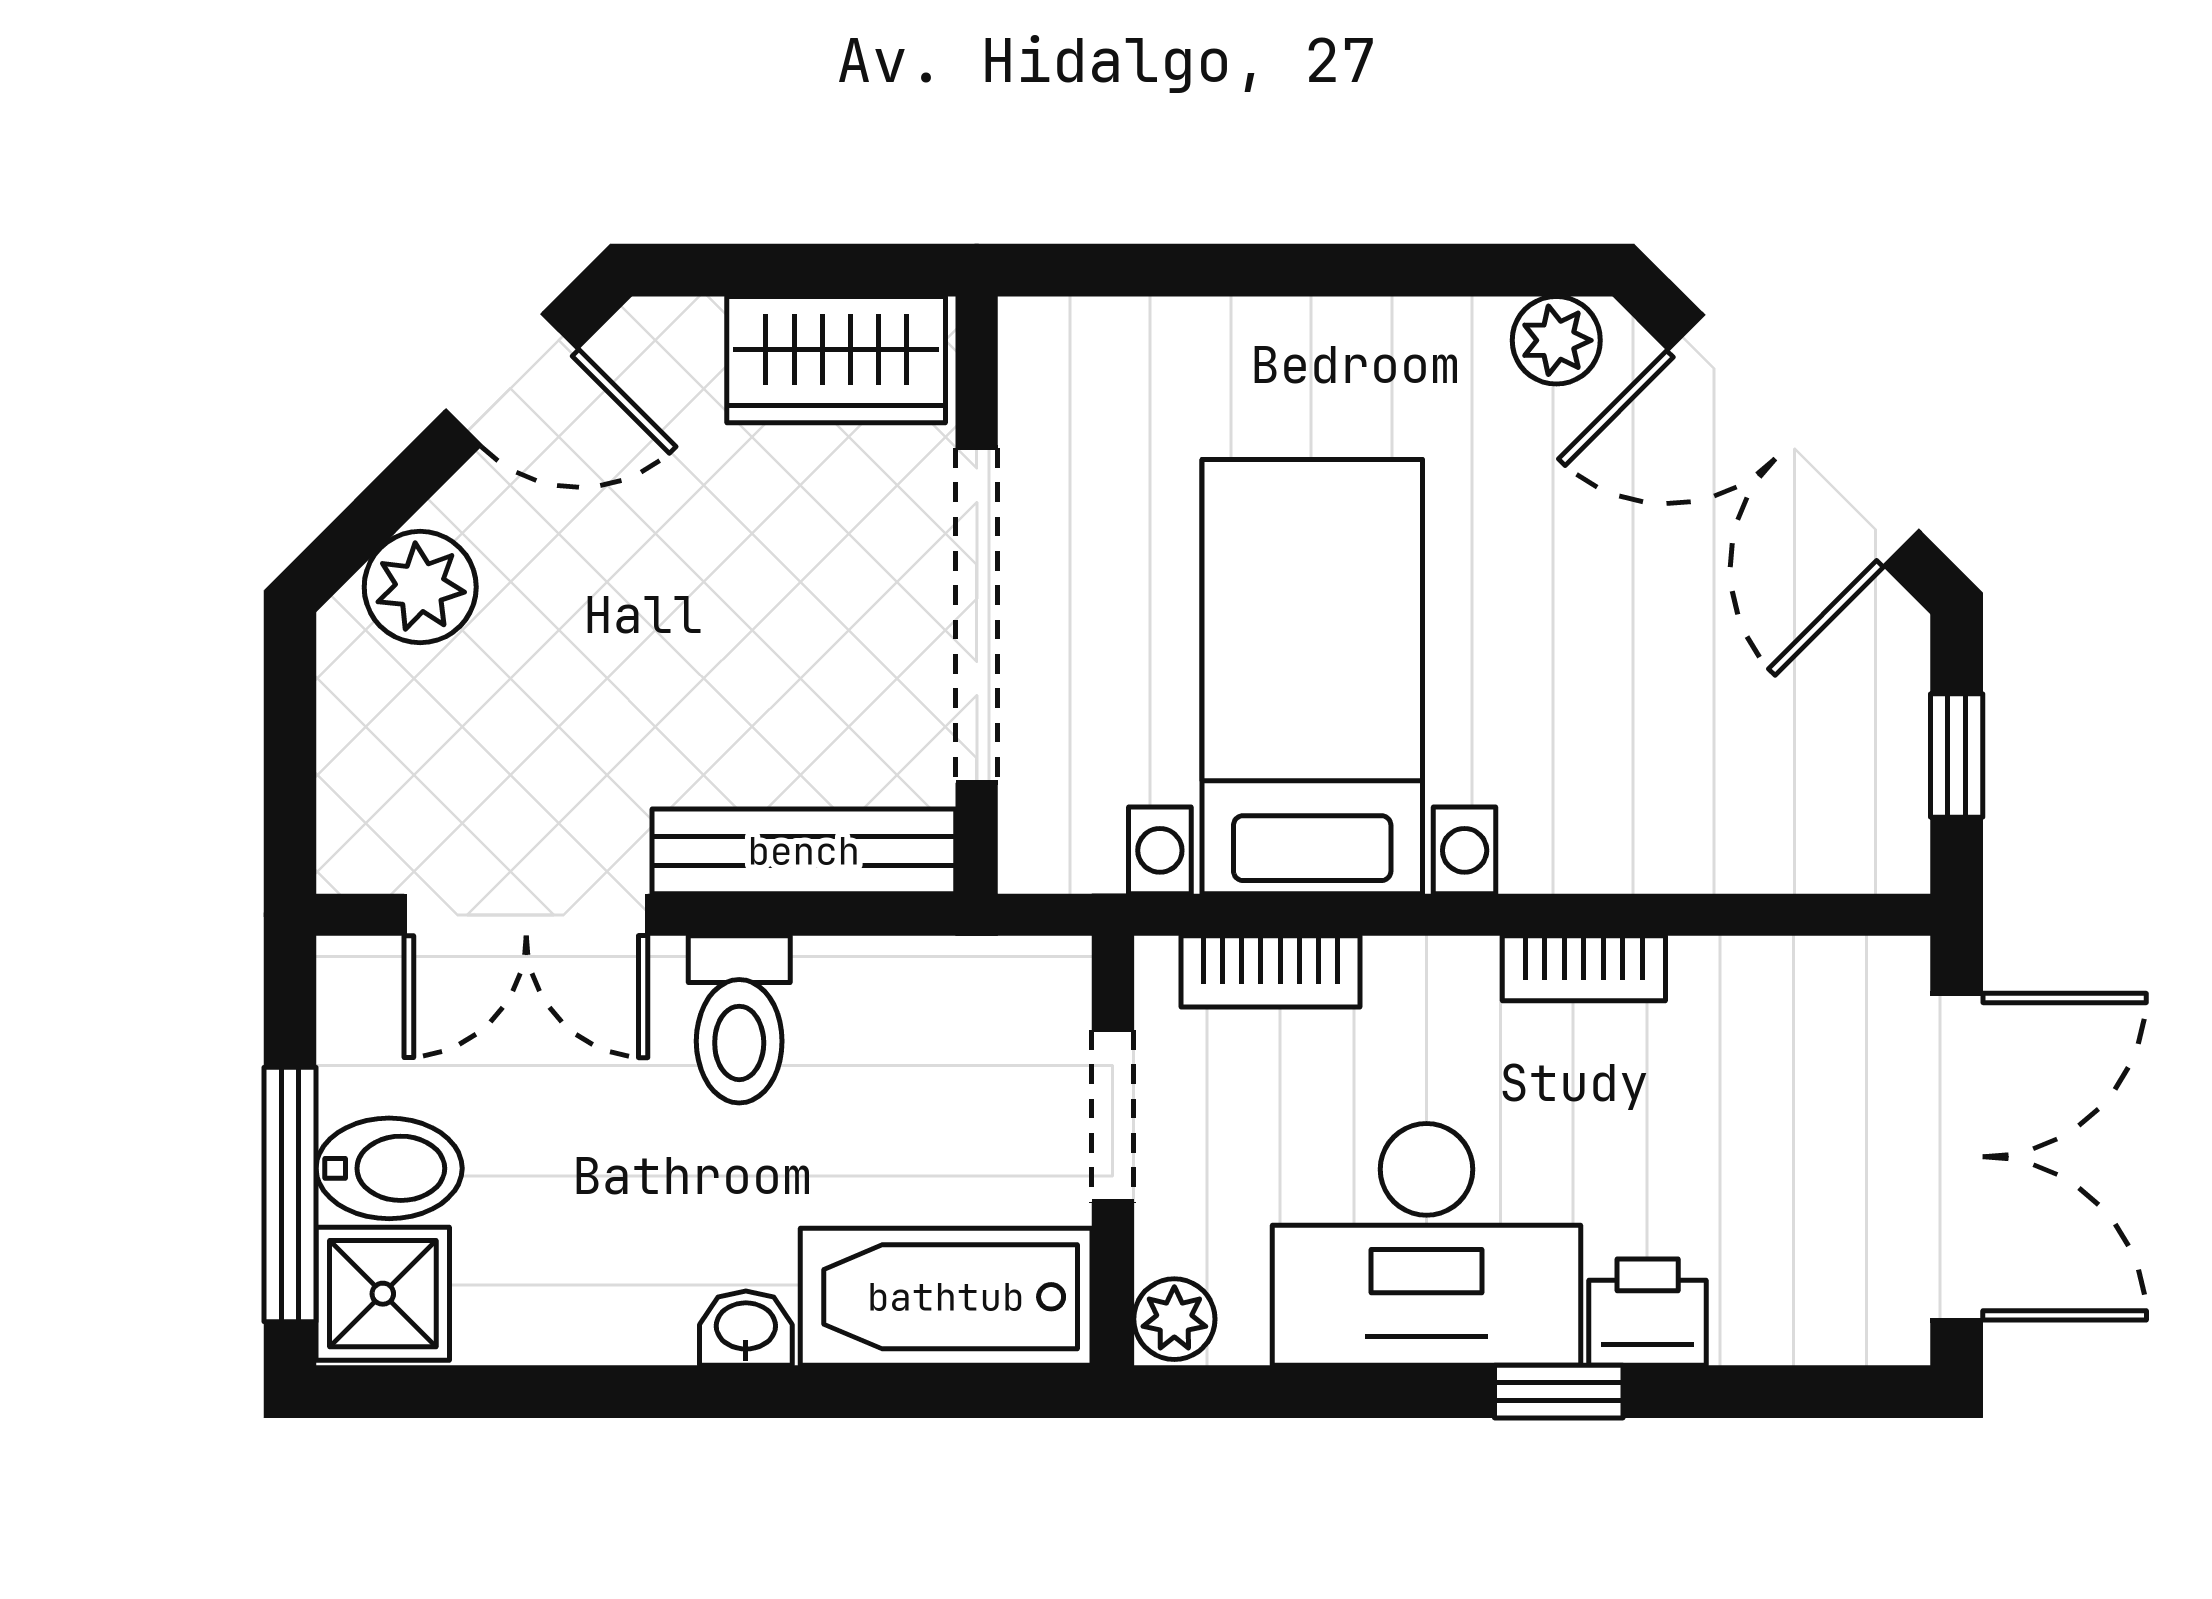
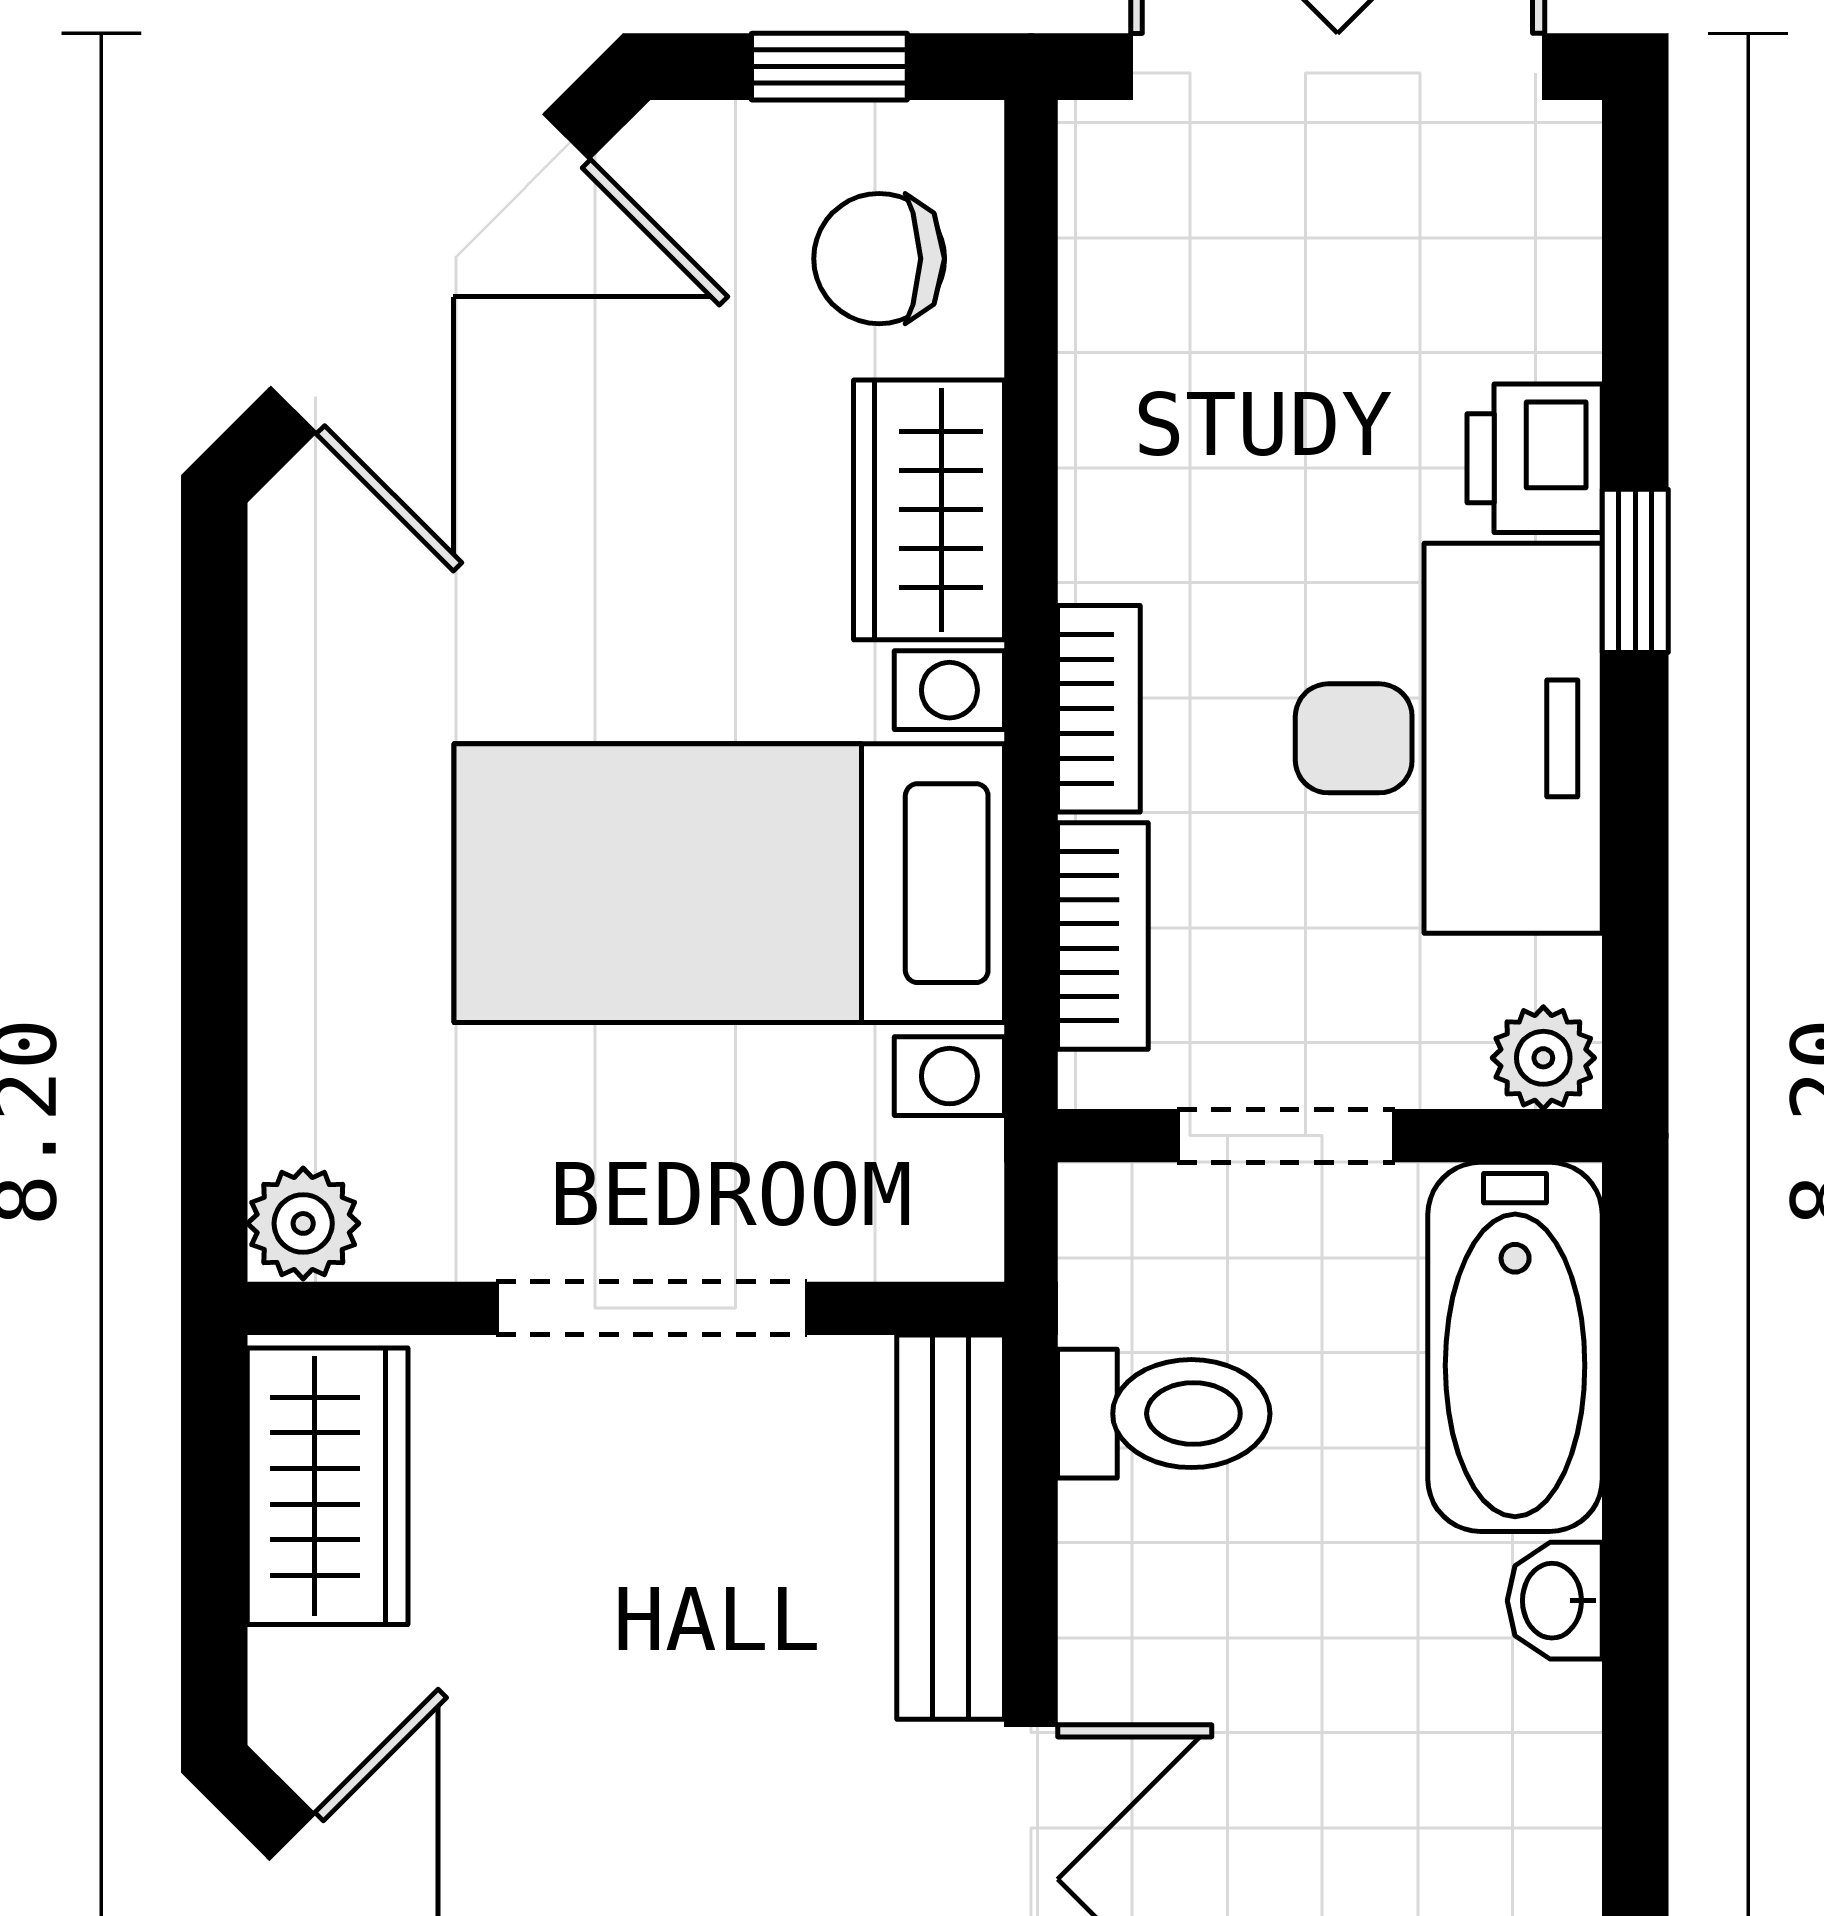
plant: (1556, 340) -> (303, 1223), moved
doorway: (977, 615) -> (652, 1308), width x0.73
chair: (1805, 795) -> (879, 259), added
wardrobe: (1607, 834) -> (929, 510), added
bookcase: (1584, 968) -> (1099, 709), moved
toilet: (739, 1019) -> (1164, 1414), moved

